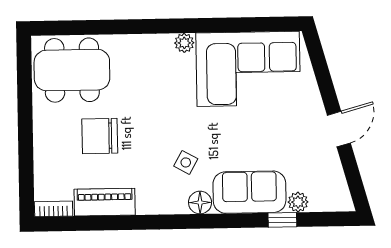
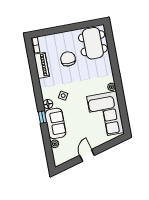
door: (339, 129) -> (87, 155), swing flipped
window: (282, 220) -> (42, 117), moved

